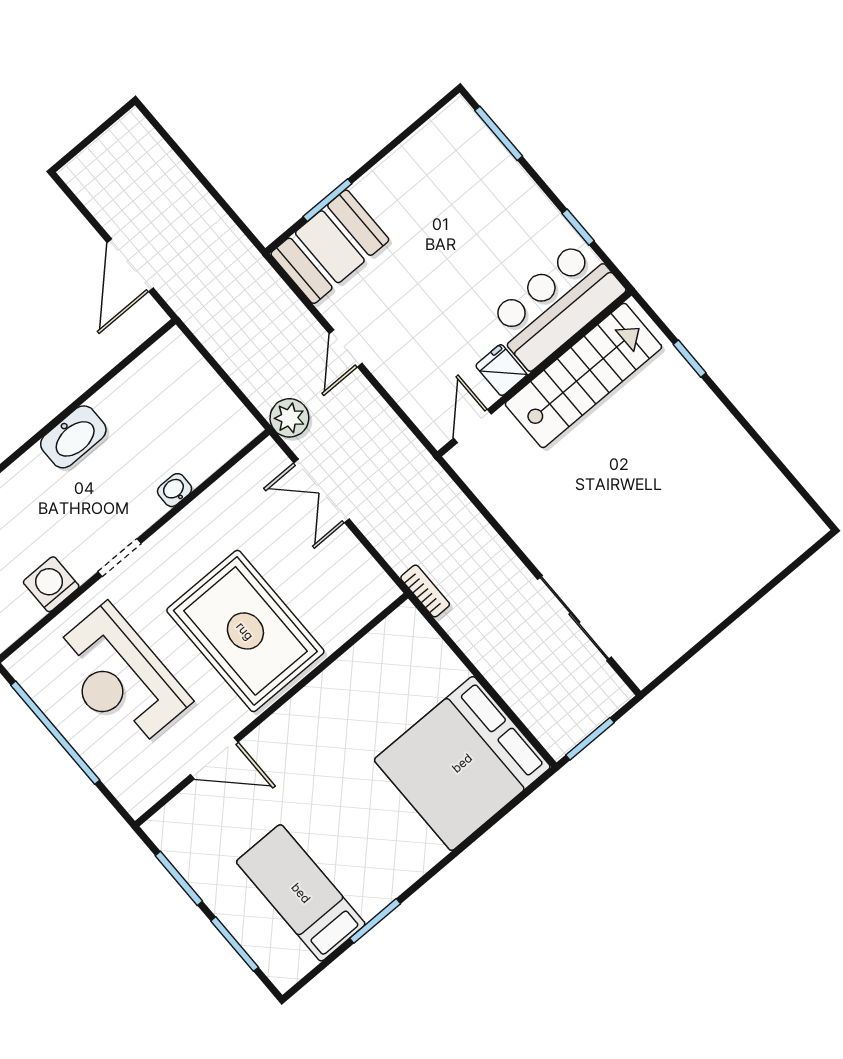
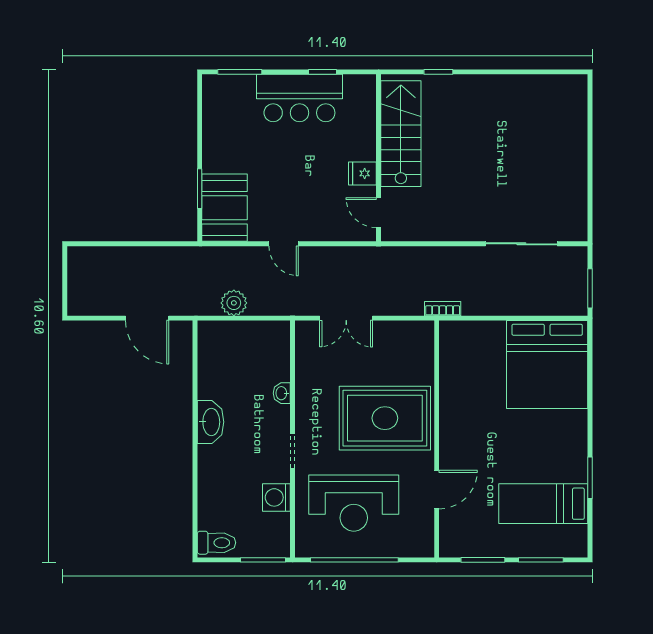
bar counter: (556, 305) -> (299, 98), moved, turned -90
plant: (289, 418) -> (234, 303), moved

